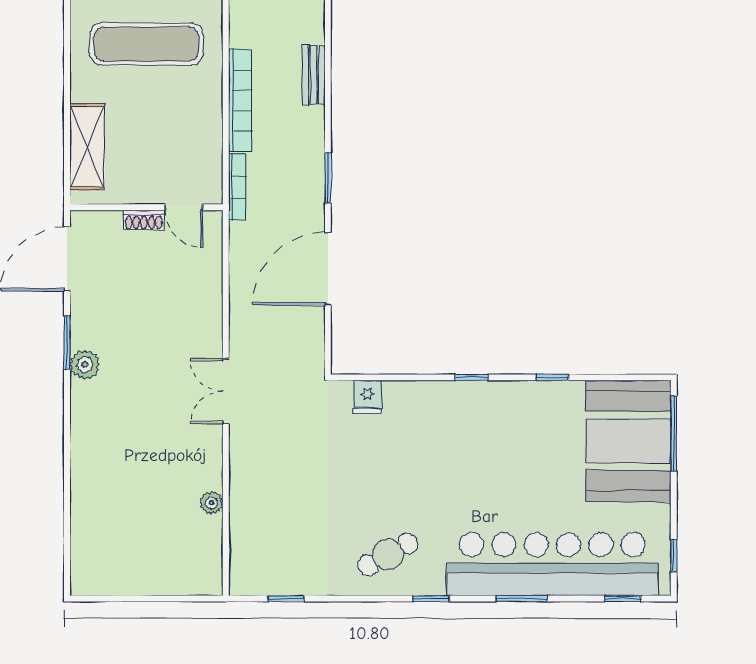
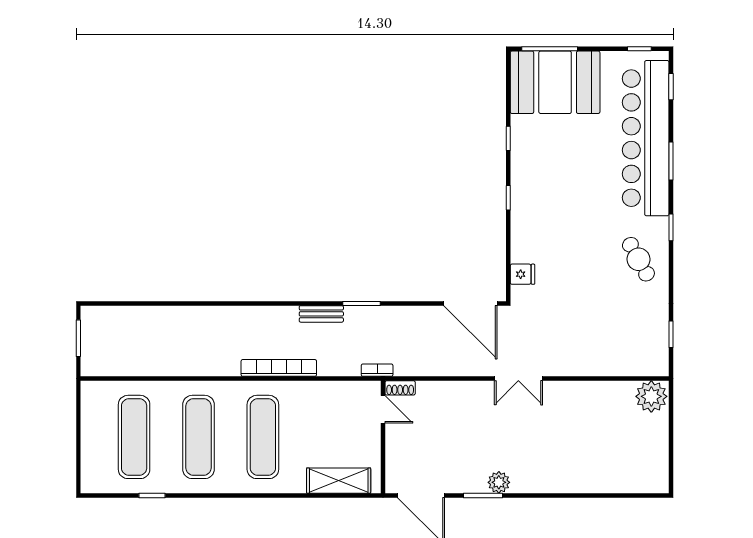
bench: (314, 75) -> (321, 314), moved
bookcase: (240, 100) -> (279, 368), moved
bookcase: (237, 187) -> (377, 370), width x0.64
door: (184, 207) -> (383, 409), hinge flipped
shoe rack: (144, 220) -> (400, 388), moved, turned 90
door: (328, 269) -> (470, 303), moved
plant: (211, 503) -> (651, 396), moved, width x1.87, depth x1.87

